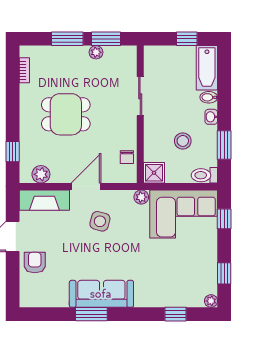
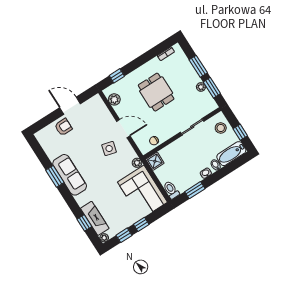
stool: (183, 141) -> (221, 128), moved
fireplace: (44, 200) -> (95, 218), moved, turned 180
window: (224, 219) -> (141, 224), moved

